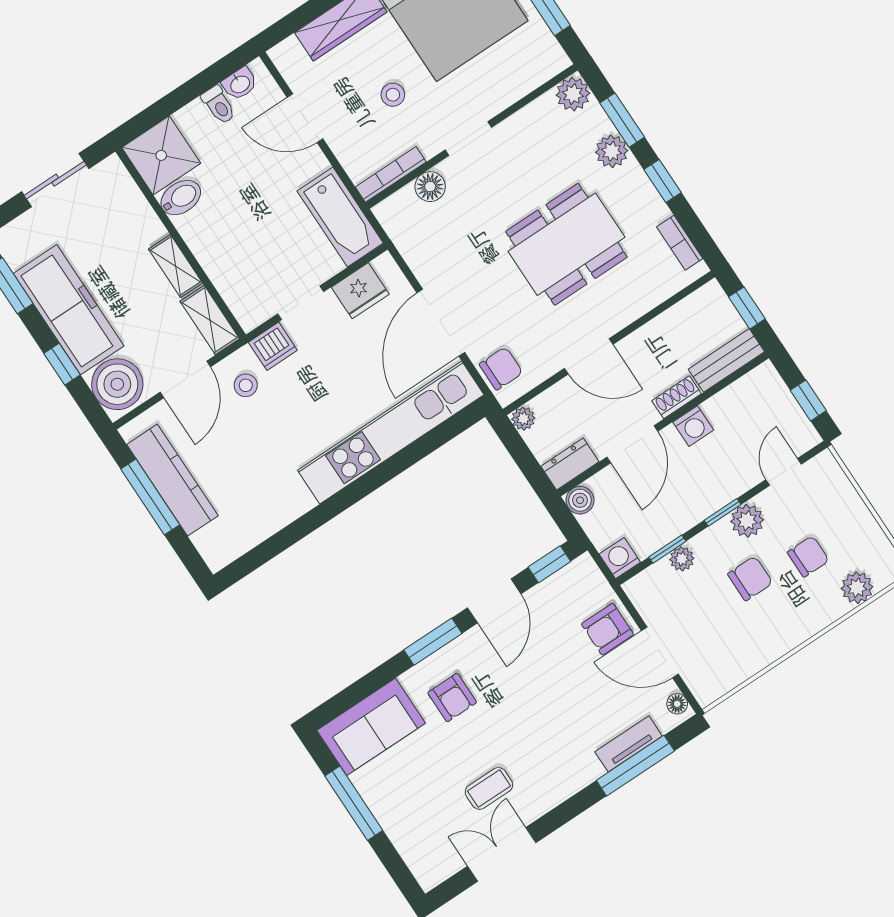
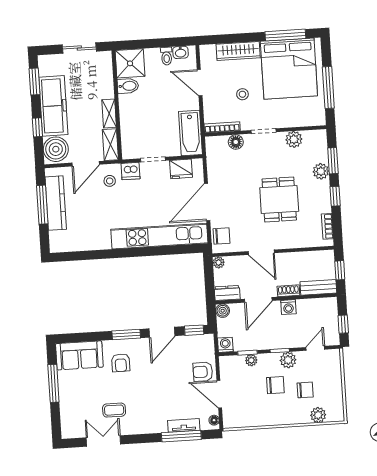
plant: (573, 94) -> (294, 139), moved
dining table: (566, 244) -> (279, 200), width x0.73

